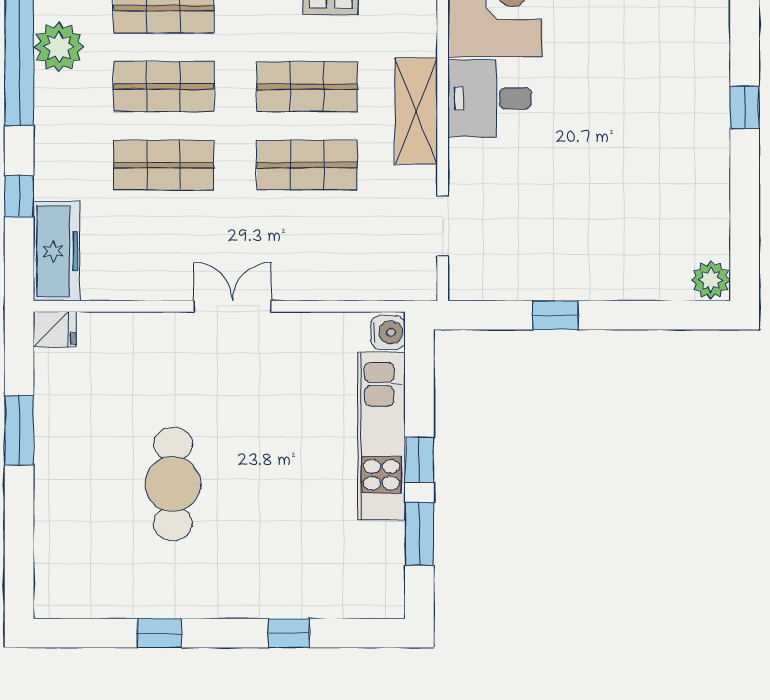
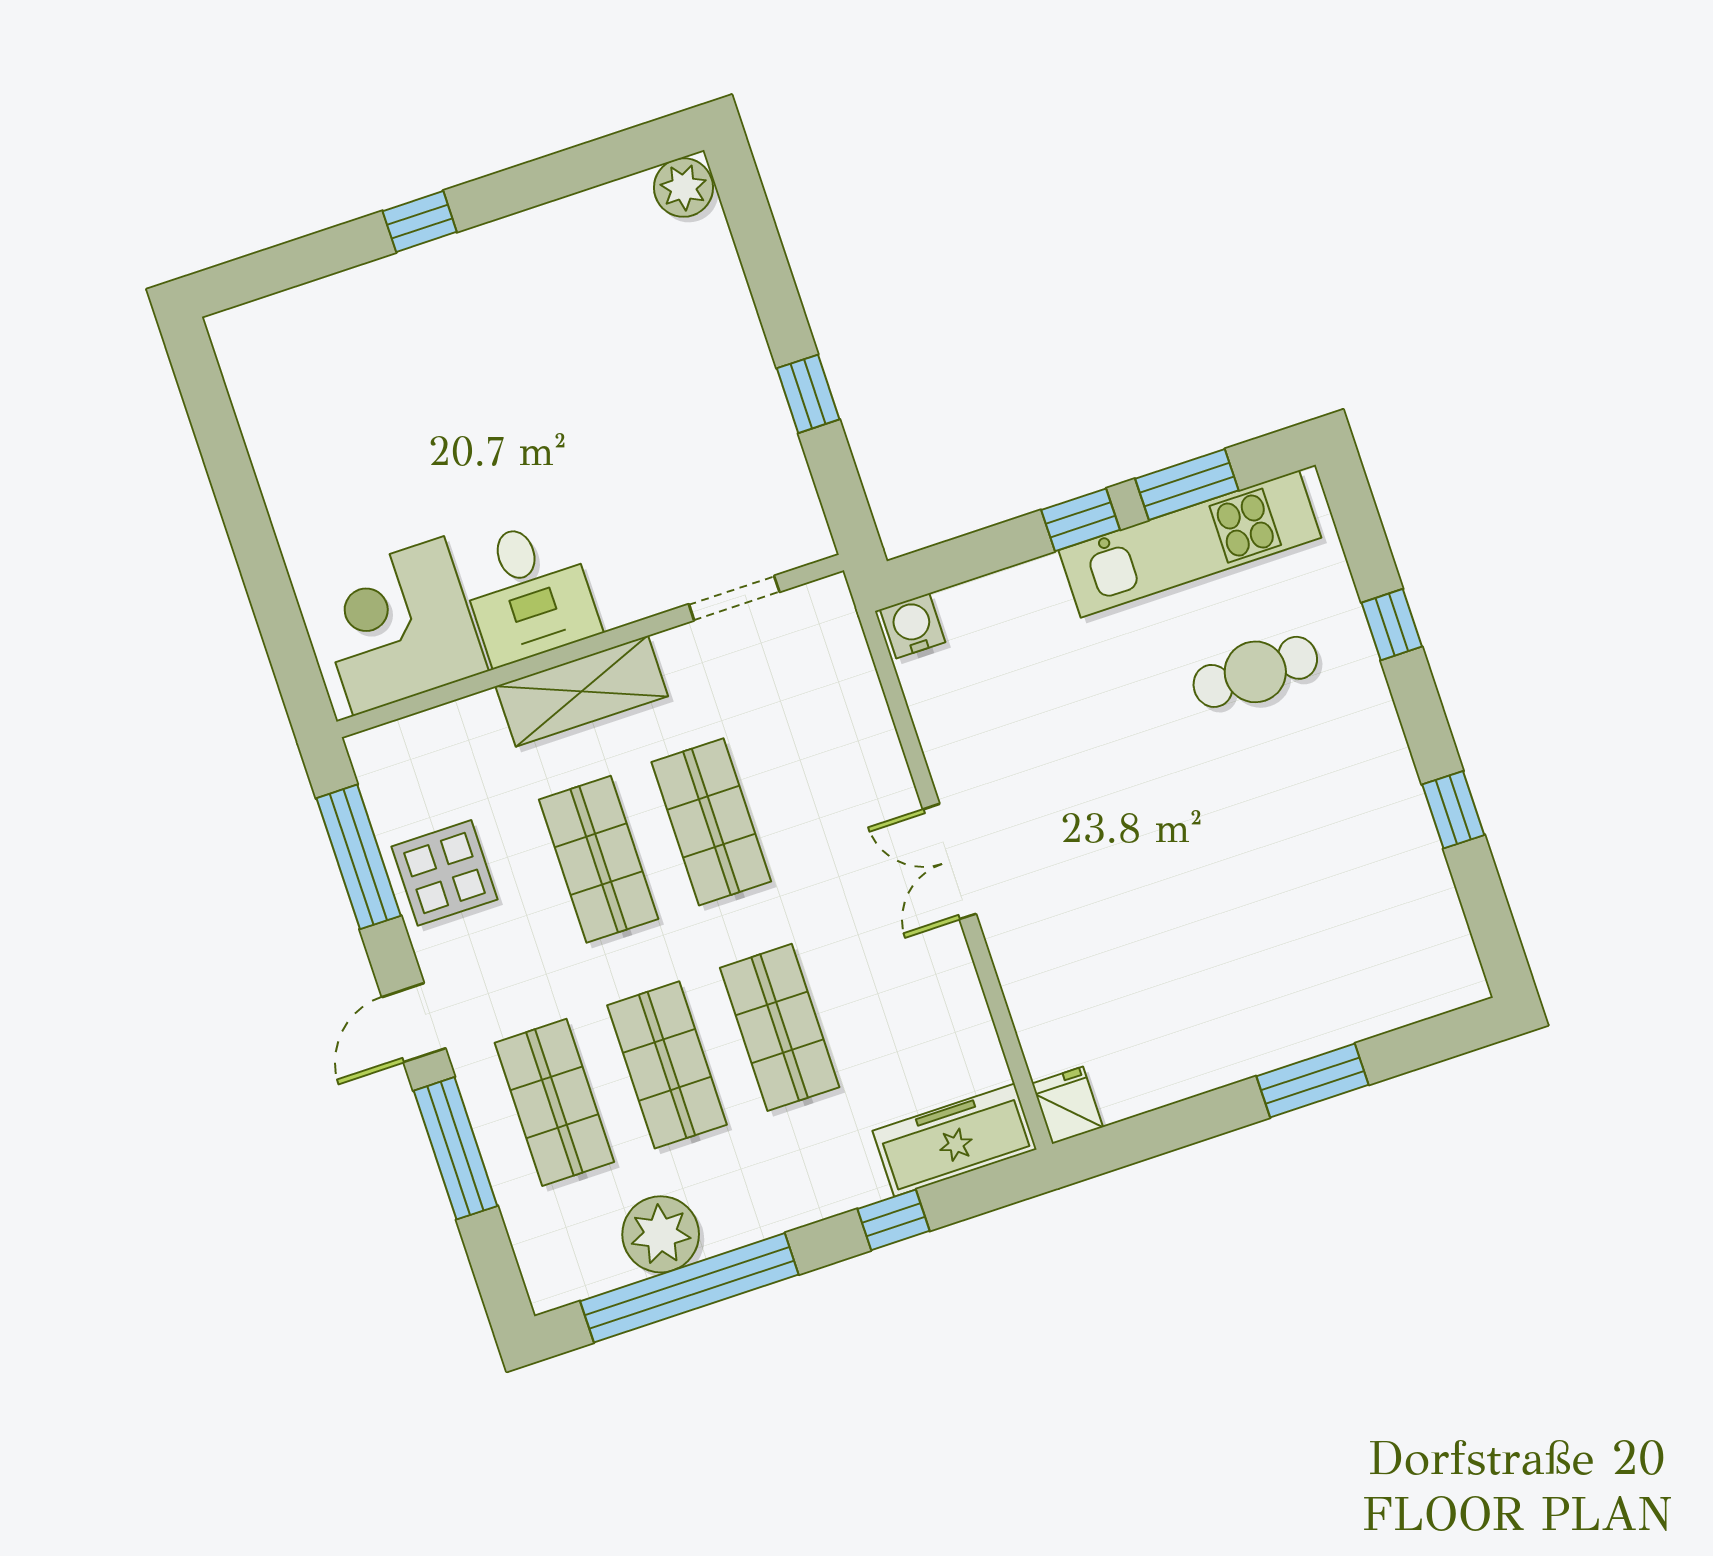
window: (19, 430) -> (1313, 1080), moved
kitchen unit: (381, 436) -> (1190, 544), moved
cafe table: (173, 484) -> (1255, 672), moved, width x0.73, depth x0.74

